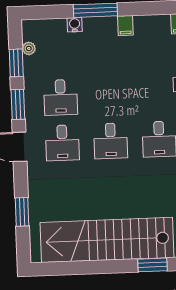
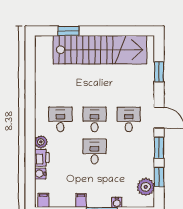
plant: (29, 48) -> (146, 187), width x1.87, depth x1.87
desk: (61, 97) -> (95, 152), moved

